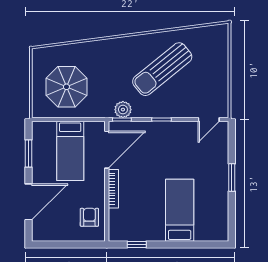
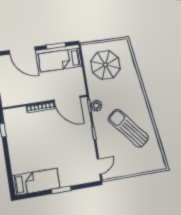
door: (209, 119) -> (99, 166), swing flipped
bed: (70, 151) -> (60, 60), moved
bed: (180, 210) -> (36, 182), moved
armchair: (89, 217) -> (18, 94), removed

